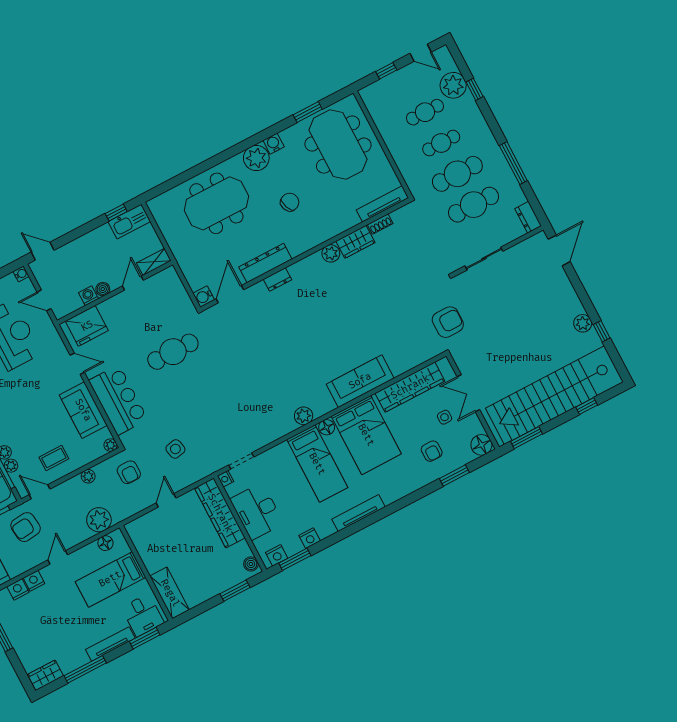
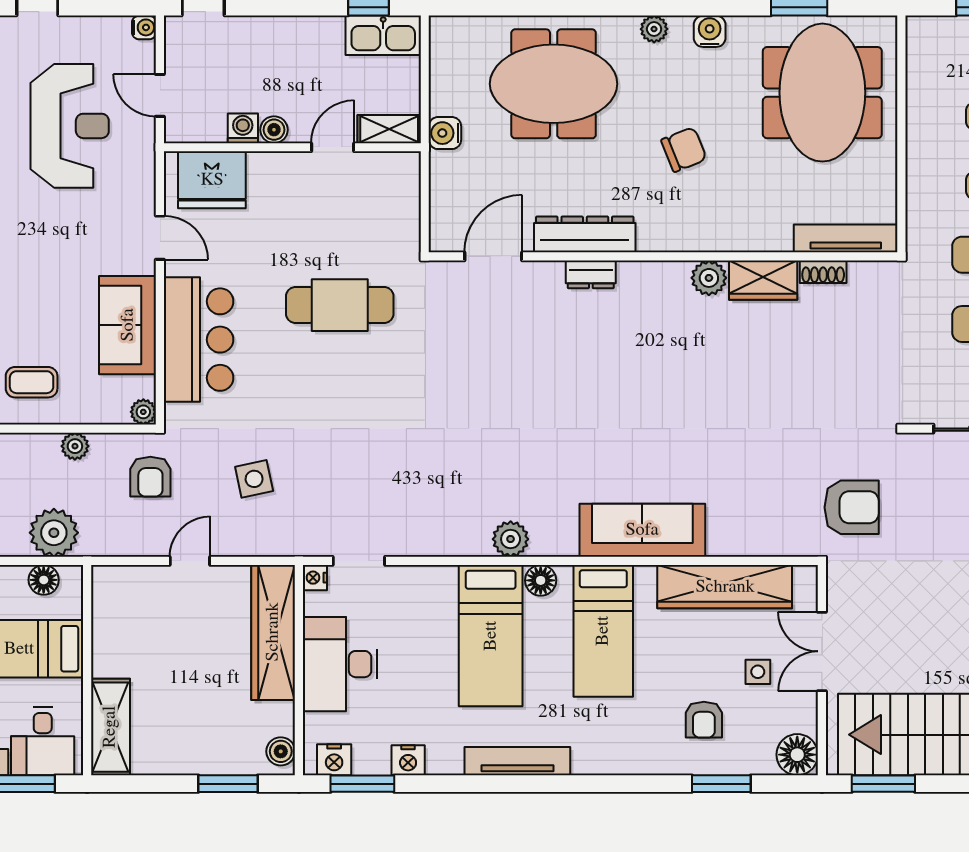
plant: (256, 158) -> (654, 29), width x0.53, depth x0.53
water cooler: (204, 297) -> (445, 133), moved
bed: (366, 435) -> (603, 631), width x0.67

